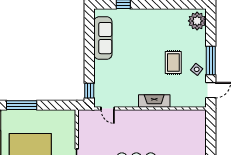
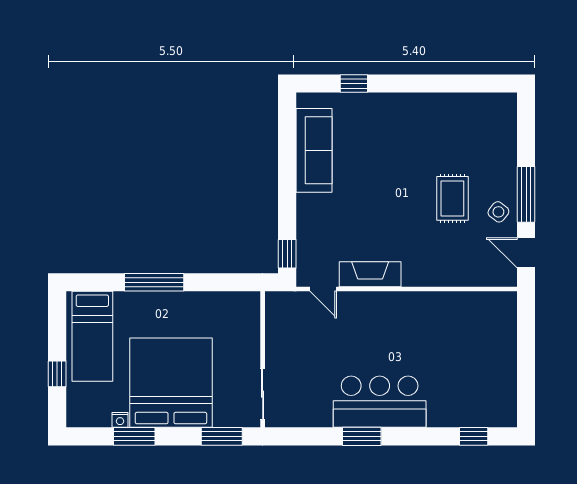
plant: (197, 21) -> (499, 117), removed
door: (211, 90) -> (526, 253), swing flipped
fireplace: (154, 101) -> (370, 274), moved

